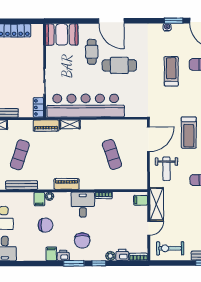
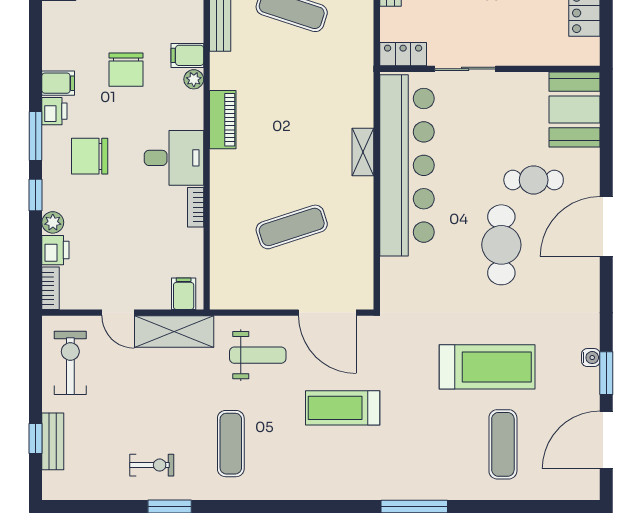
treadmill: (171, 71) -> (487, 367), width x1.37, depth x1.38
shelving: (70, 124) -> (363, 152), moved
piano: (46, 126) -> (360, 72), removed
weight bench: (167, 169) -> (258, 355), turned 180

